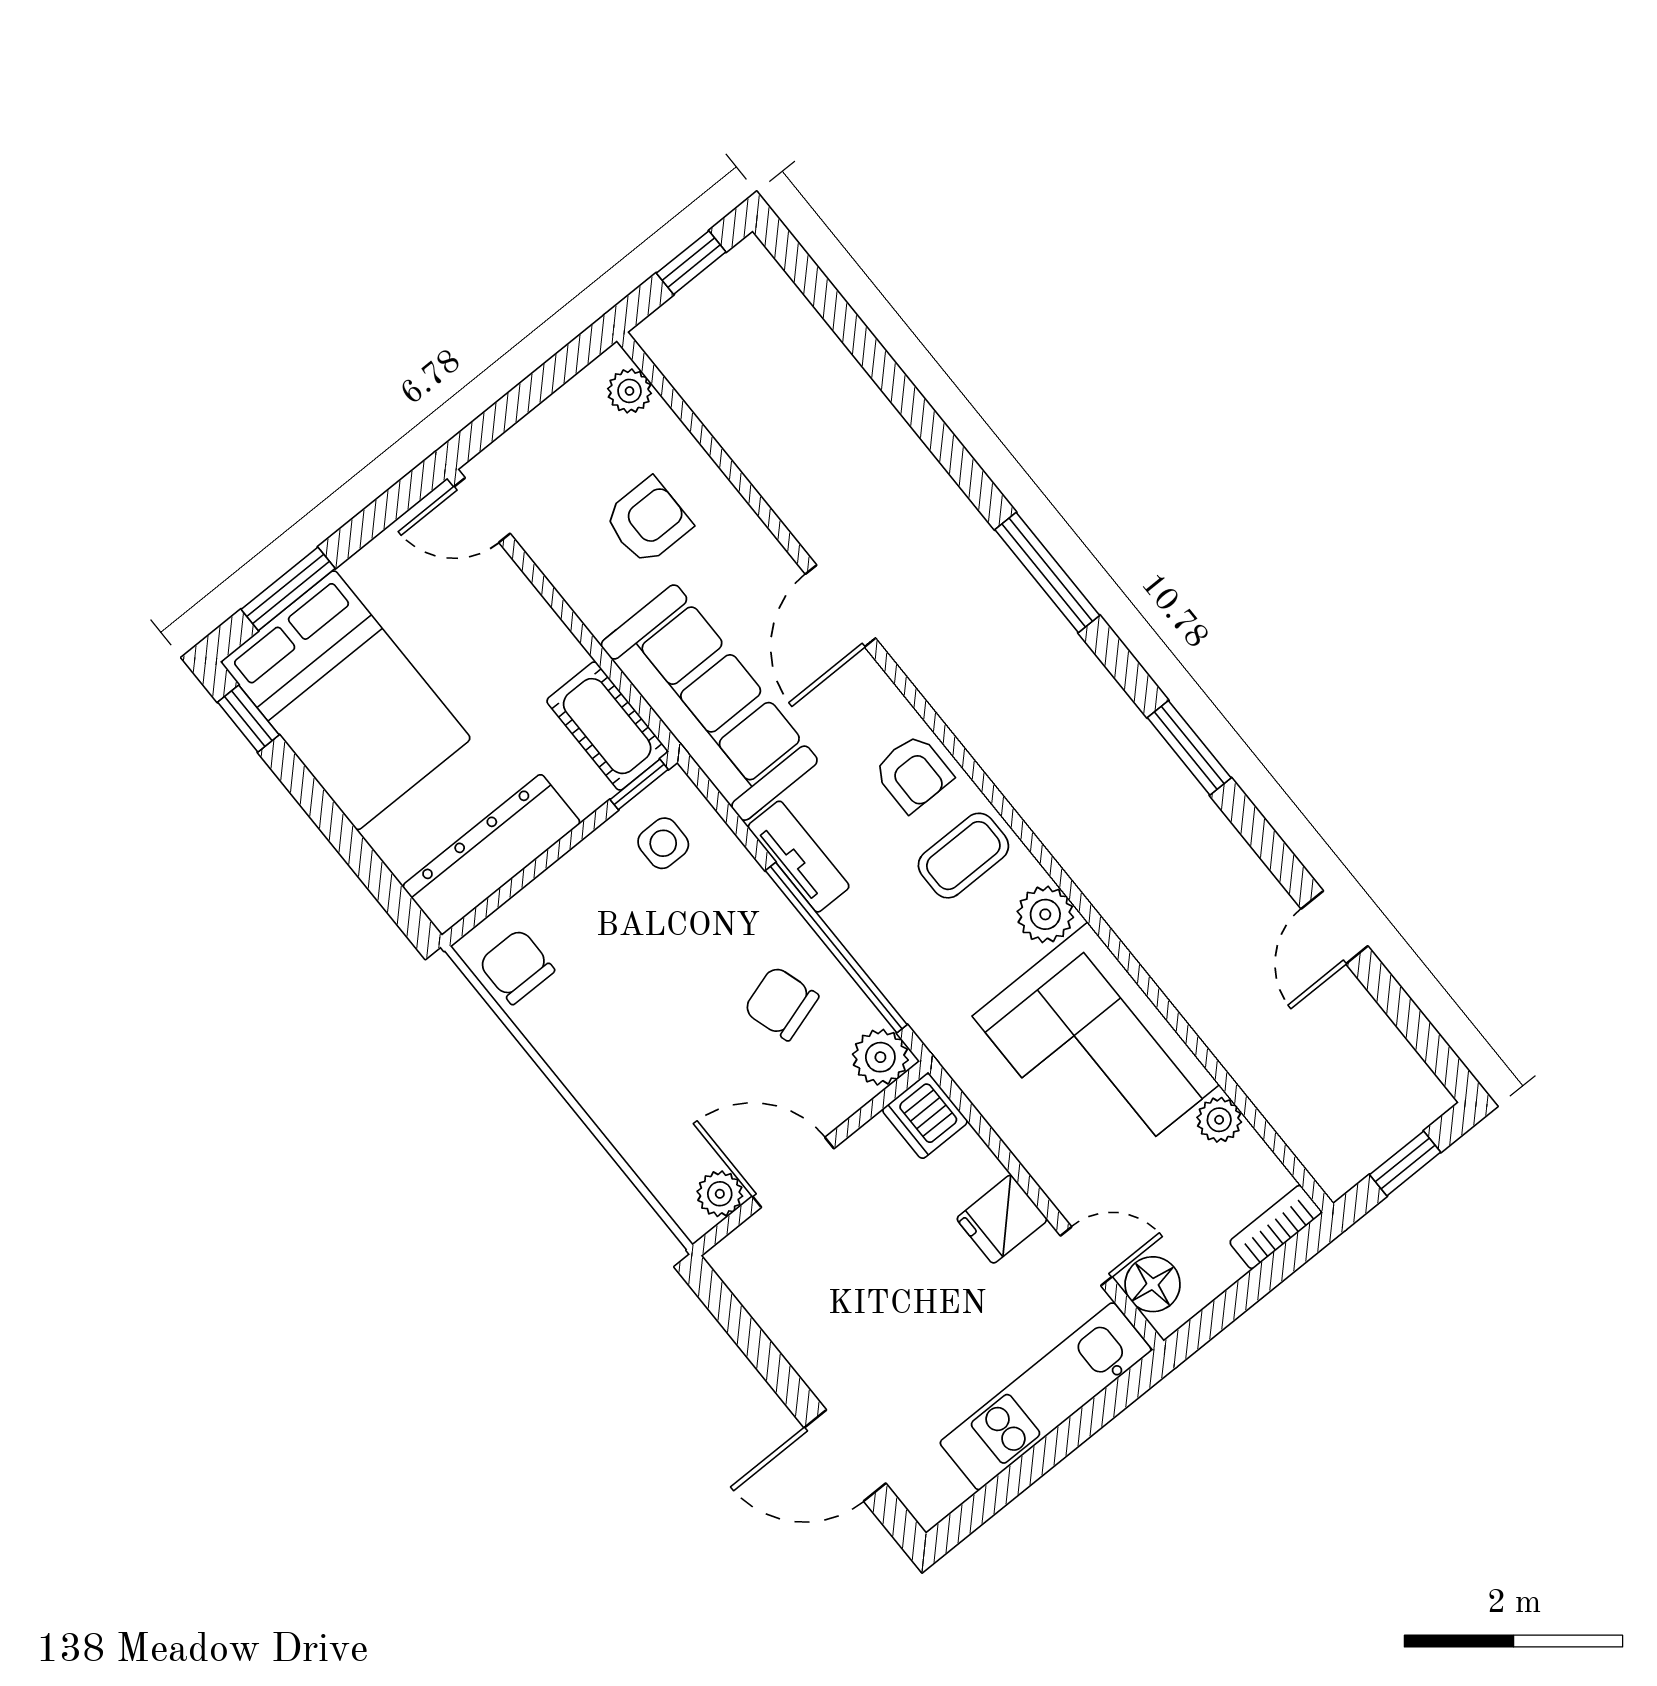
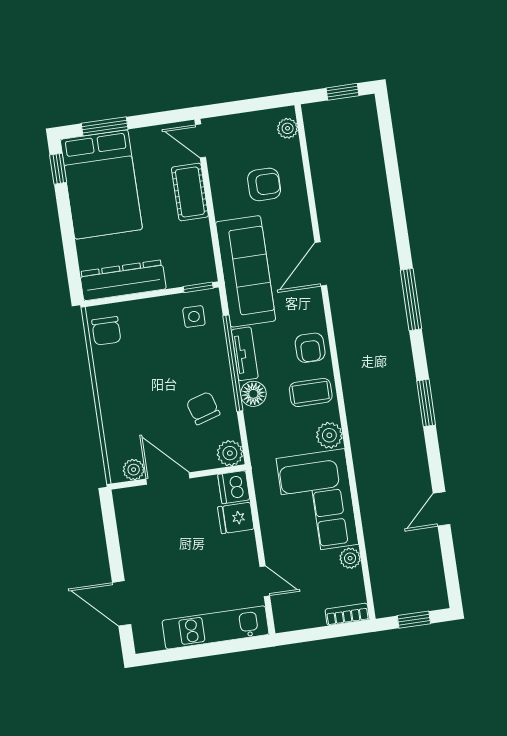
cot: (607, 726) -> (190, 192), moved
window: (836, 948) -> (233, 363), moved
chair: (516, 967) -> (106, 331), turned 180
fridge: (1002, 1219) -> (236, 518), moved
floor lamp: (1153, 1284) -> (253, 394), moved

